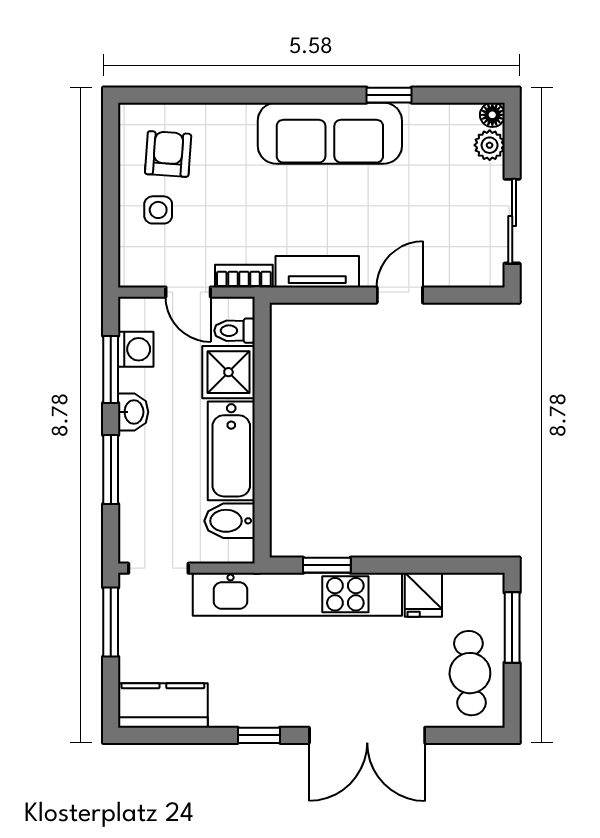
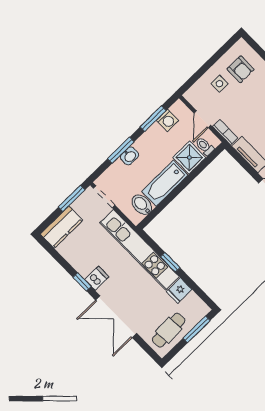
armchair: (168, 154) -> (241, 69), turned 86
washbasin: (133, 412) -> (129, 156), moved
window: (327, 565) -> (170, 262), moved
kitchen counter: (163, 705) -> (61, 227), moved, turned 90
dishwasher: (276, 706) -> (97, 278), added

